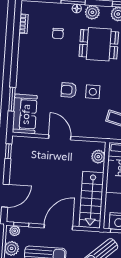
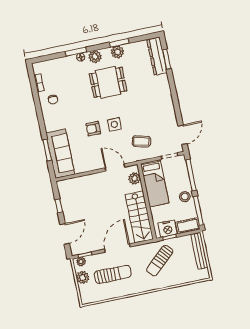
chair: (58, 33) -> (53, 100), moved
sofa: (25, 114) -> (60, 154), width x1.36
door: (60, 137) -> (115, 167), moved
window: (8, 151) -> (59, 206), moved

